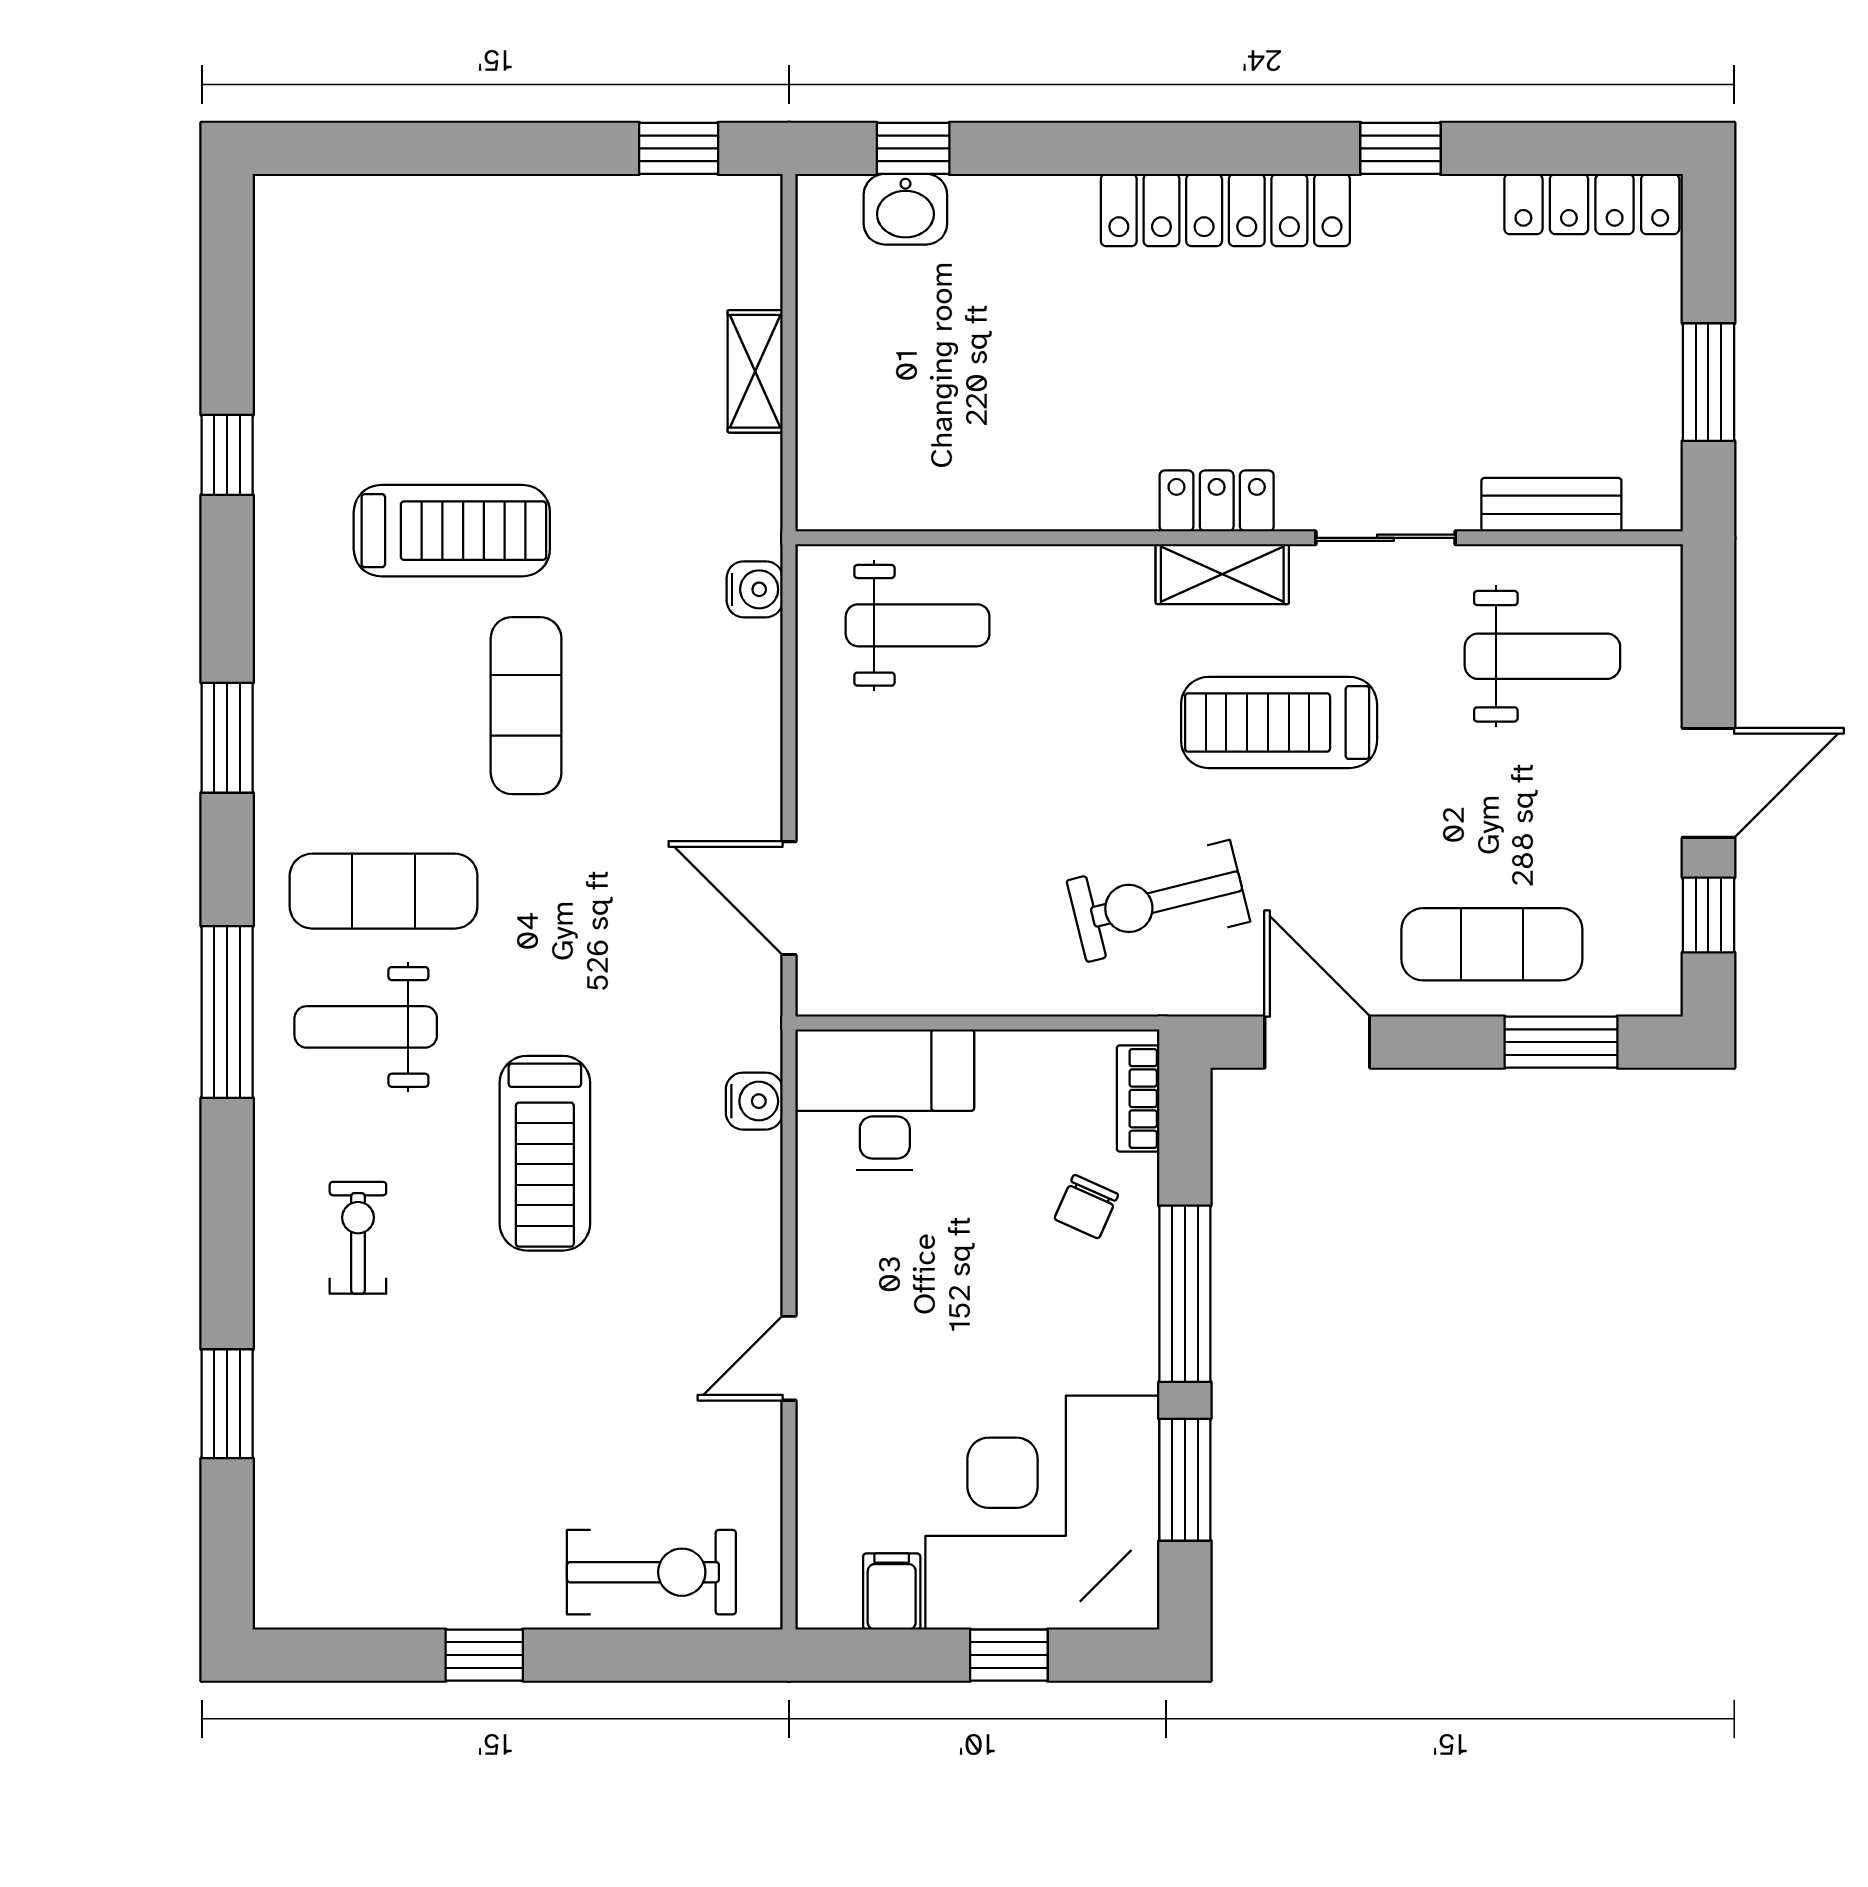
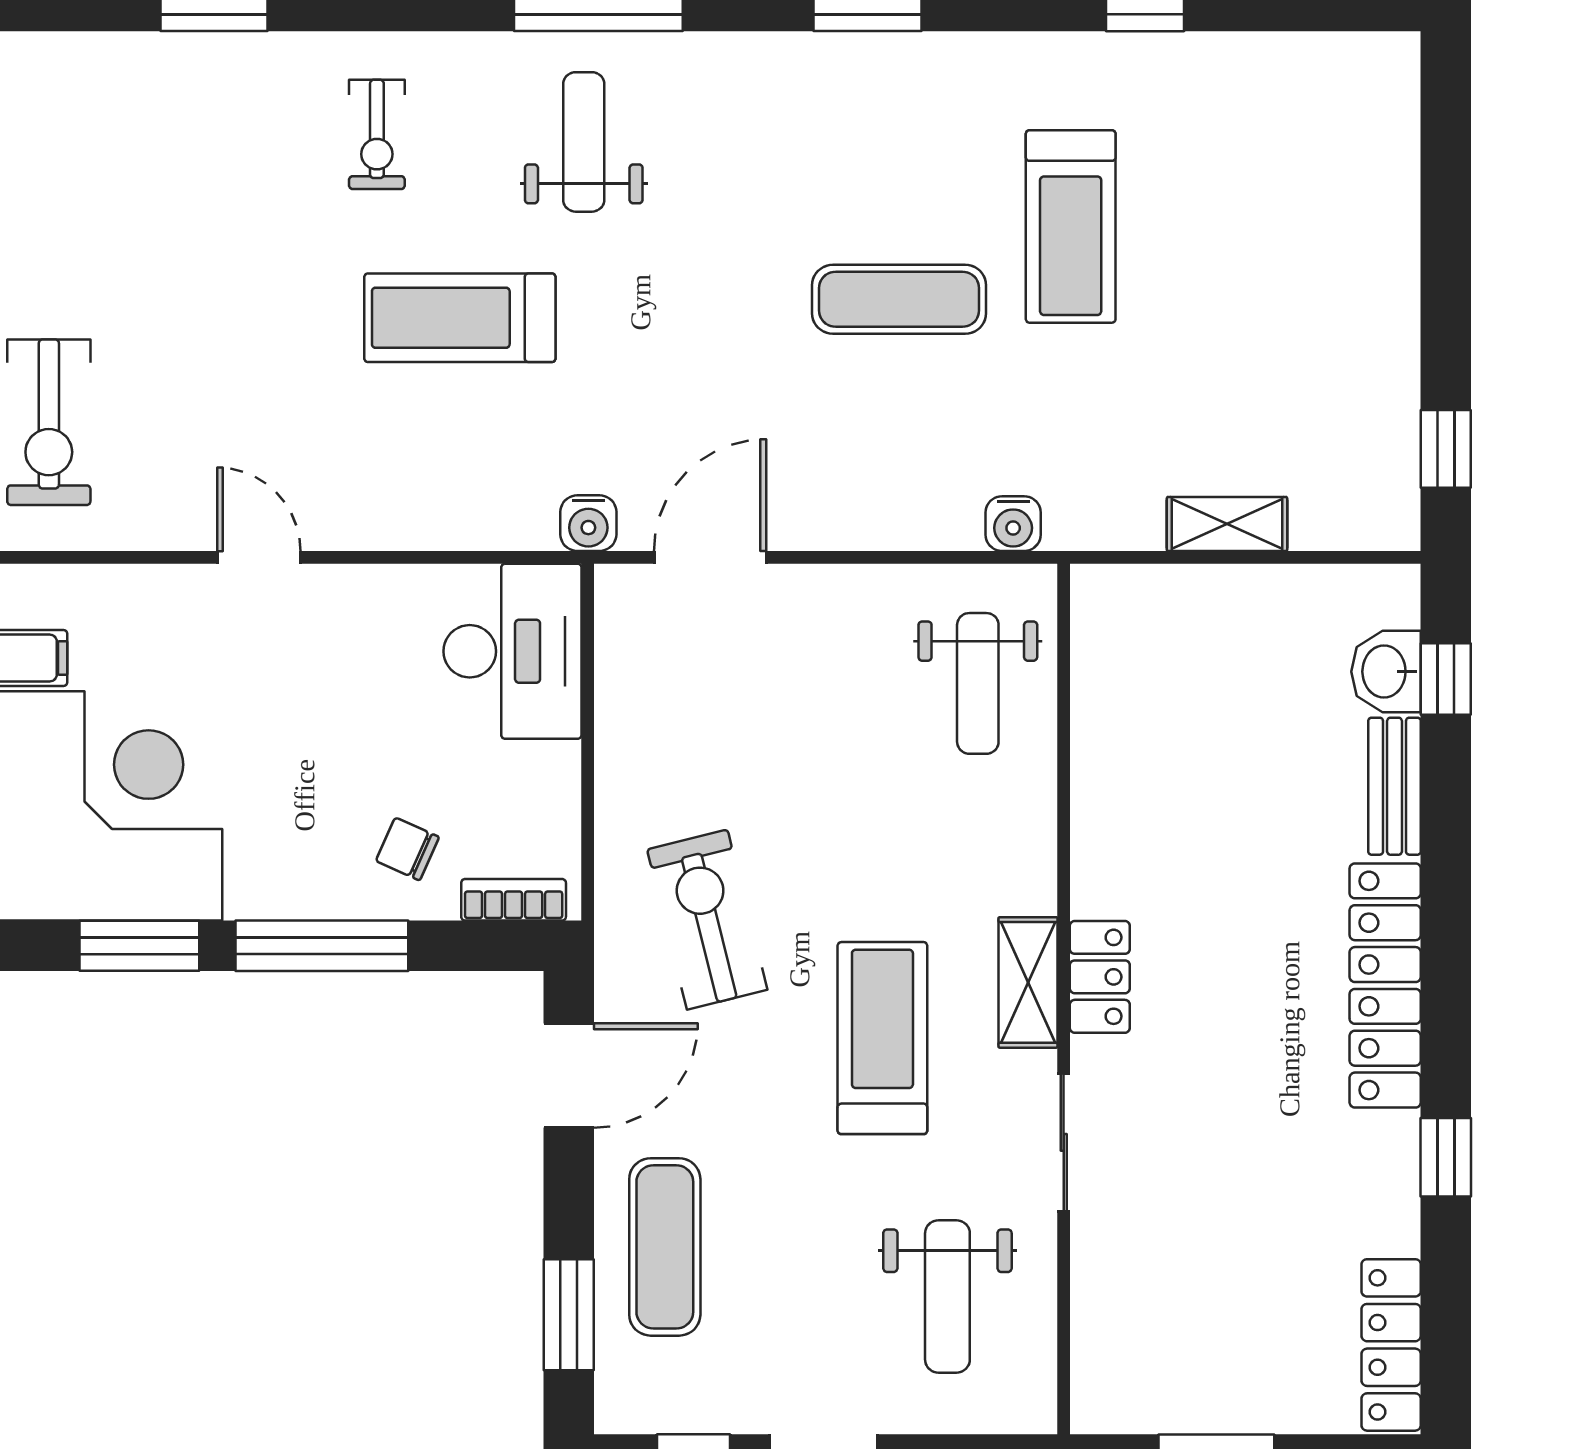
bench: (1551, 505) -> (1395, 786), moved
exercise mat: (384, 891) -> (717, 159), removed
water cooler: (754, 1101) -> (588, 523), moved
exercise bike: (358, 1238) -> (377, 134), turned 90

